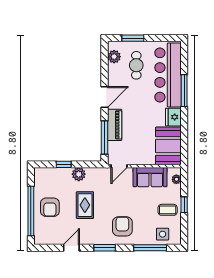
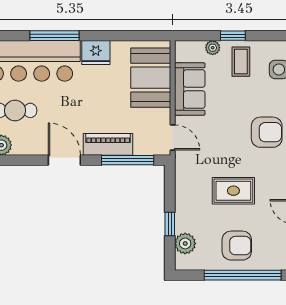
booth: (168, 146) -> (151, 78), moved, turned 90
plant: (79, 174) -> (185, 243), moved
plant: (176, 179) -> (213, 48), moved
armchair: (122, 226) -> (267, 132), turned 180

